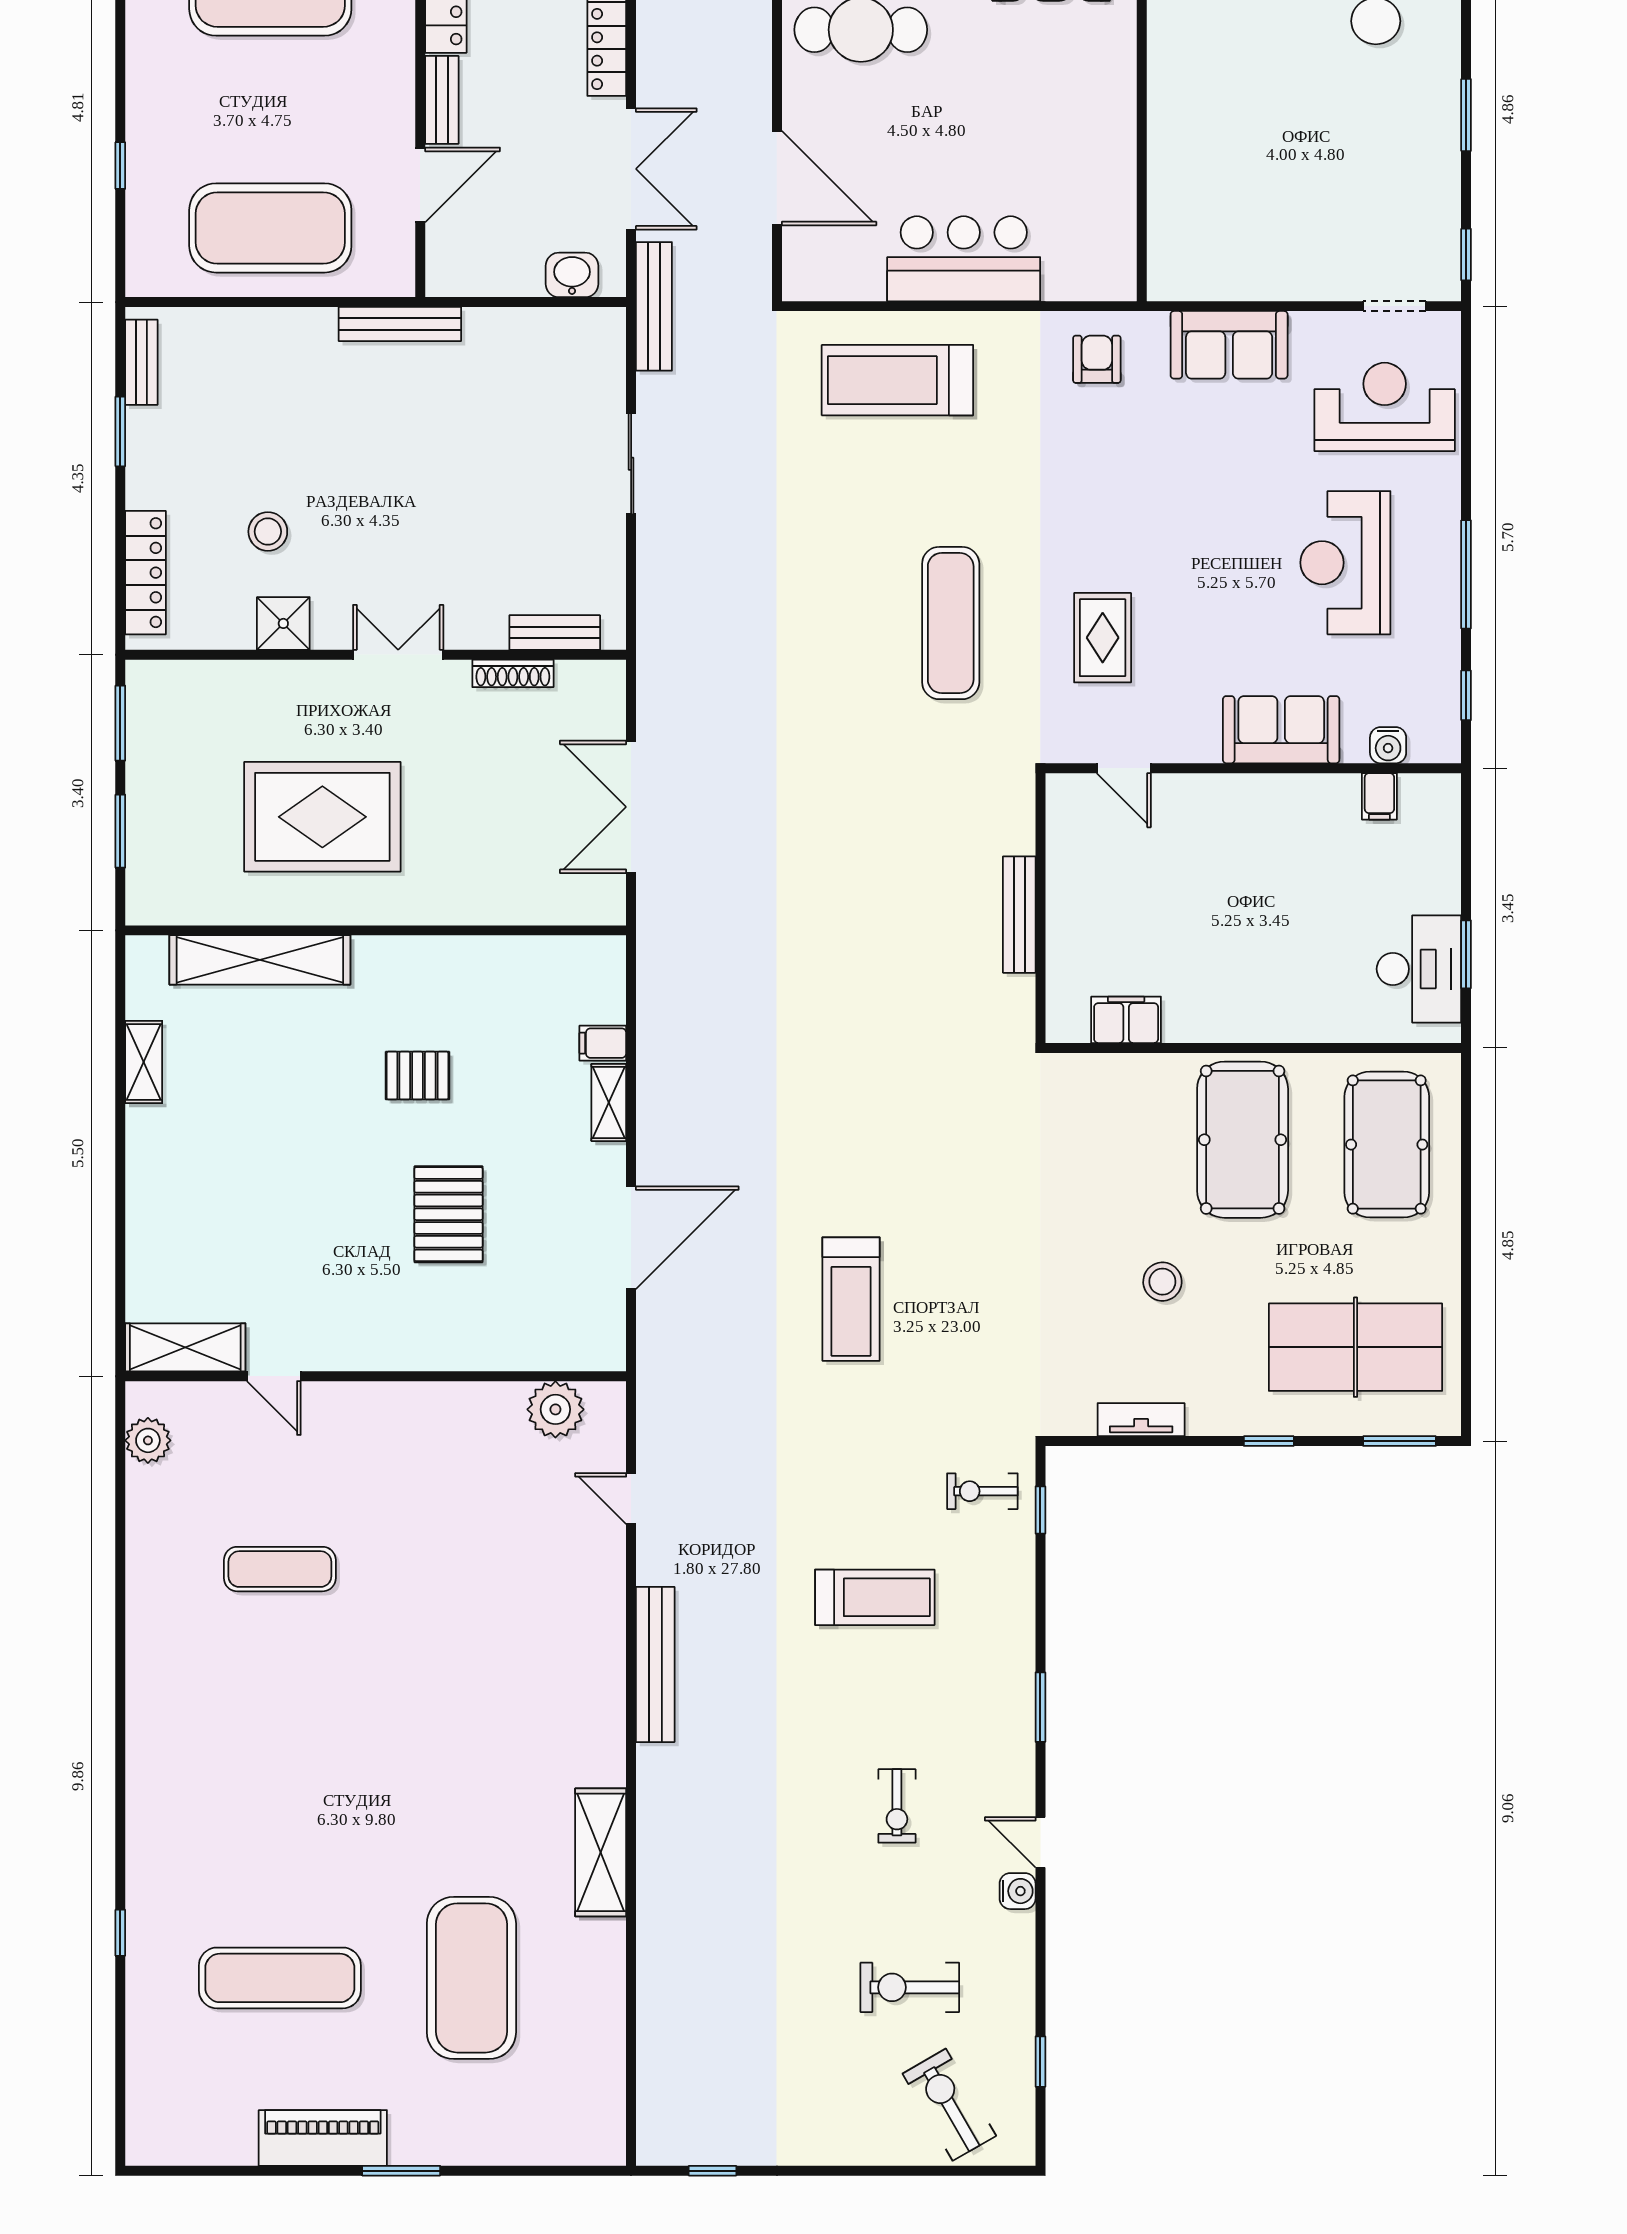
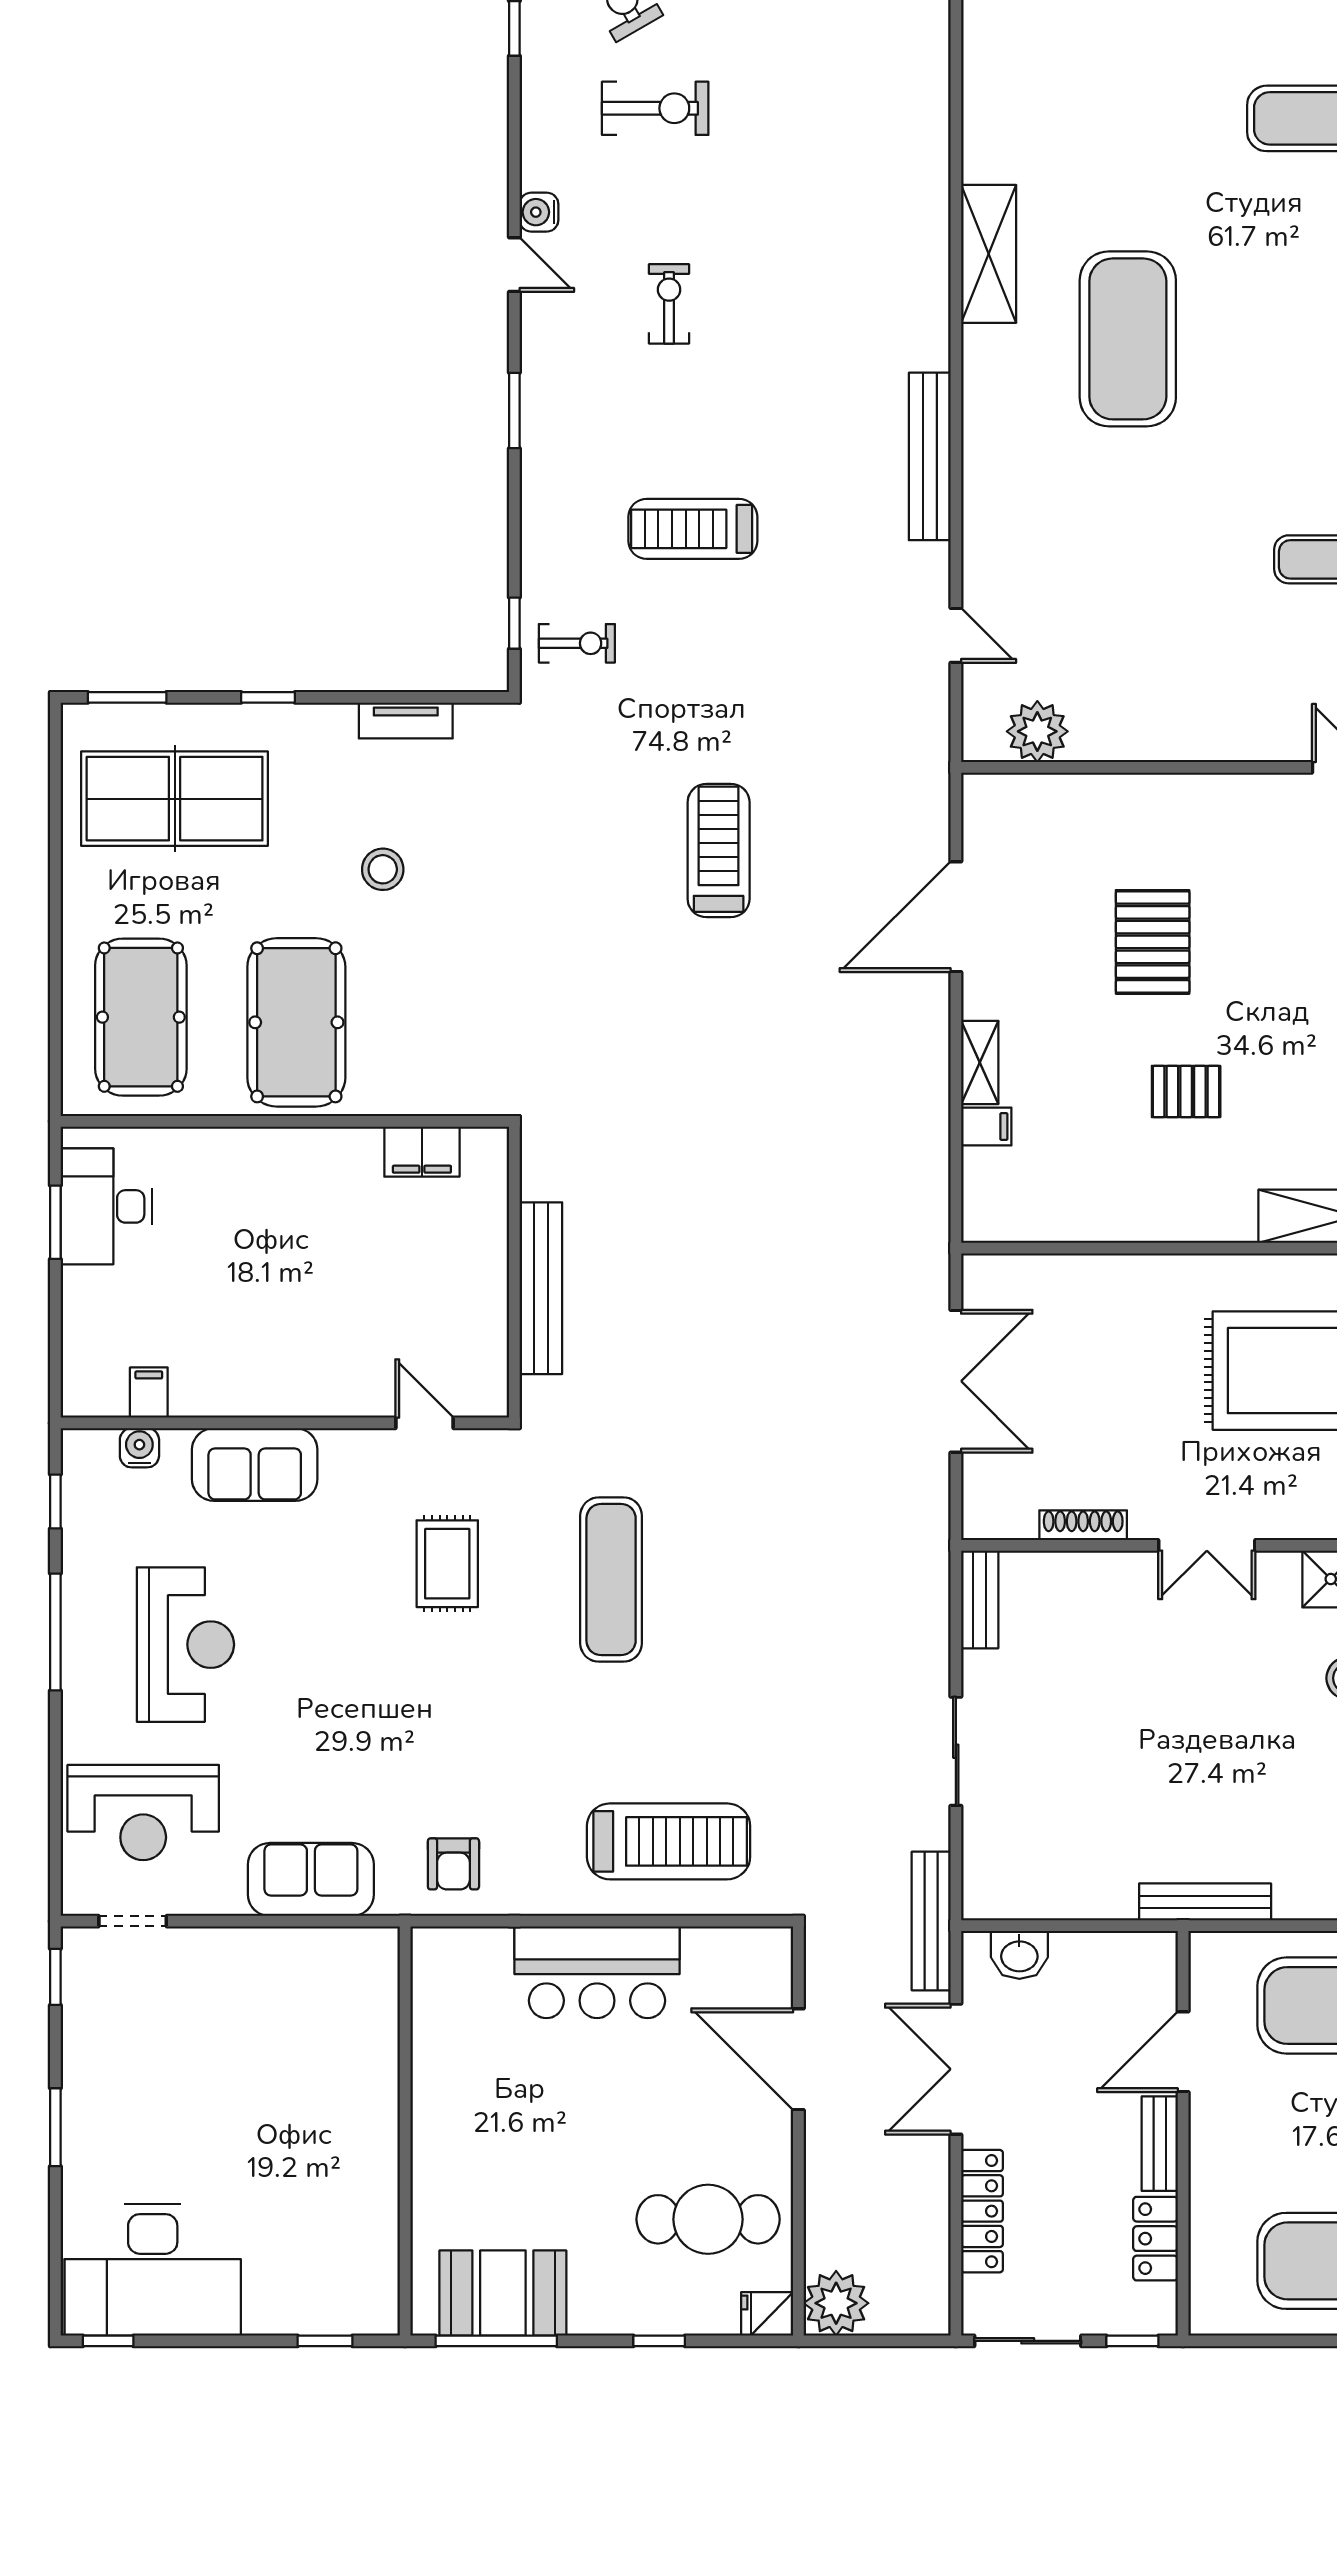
bench: (555, 633) -> (980, 1599), moved, turned 90
bench: (1019, 915) -> (541, 1288), width x1.37, depth x1.21
exercise mat: (471, 1978) -> (1128, 339), moved

